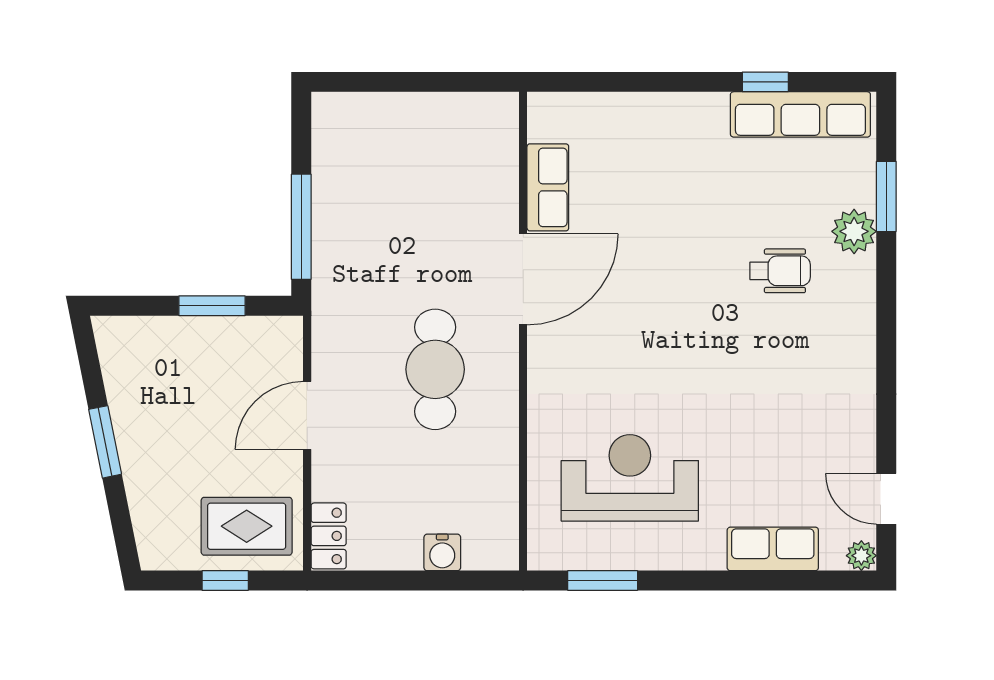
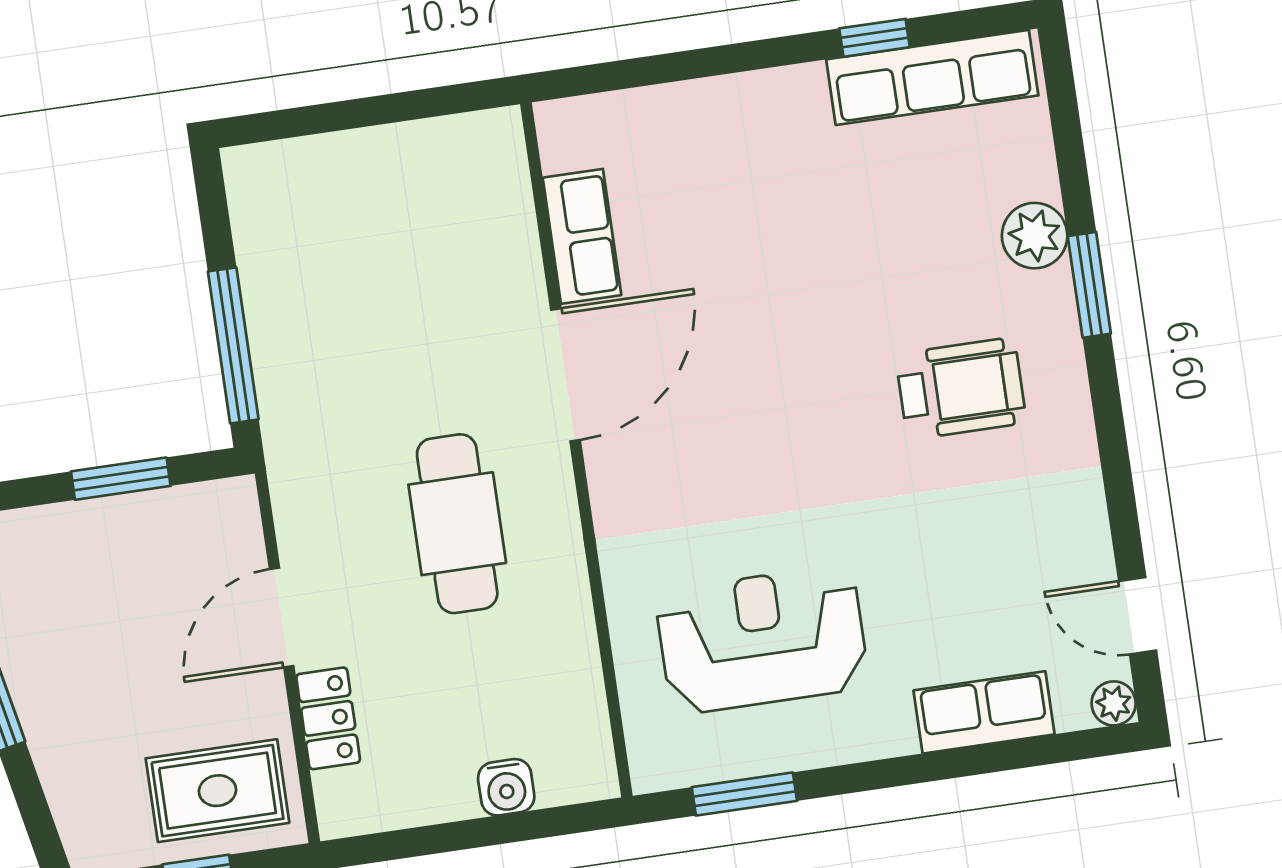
window: (886, 196) -> (1089, 285), moved
wheelchair: (780, 271) -> (961, 388), moved, width x1.36, depth x1.37
locker: (329, 536) -> (328, 718), moved

